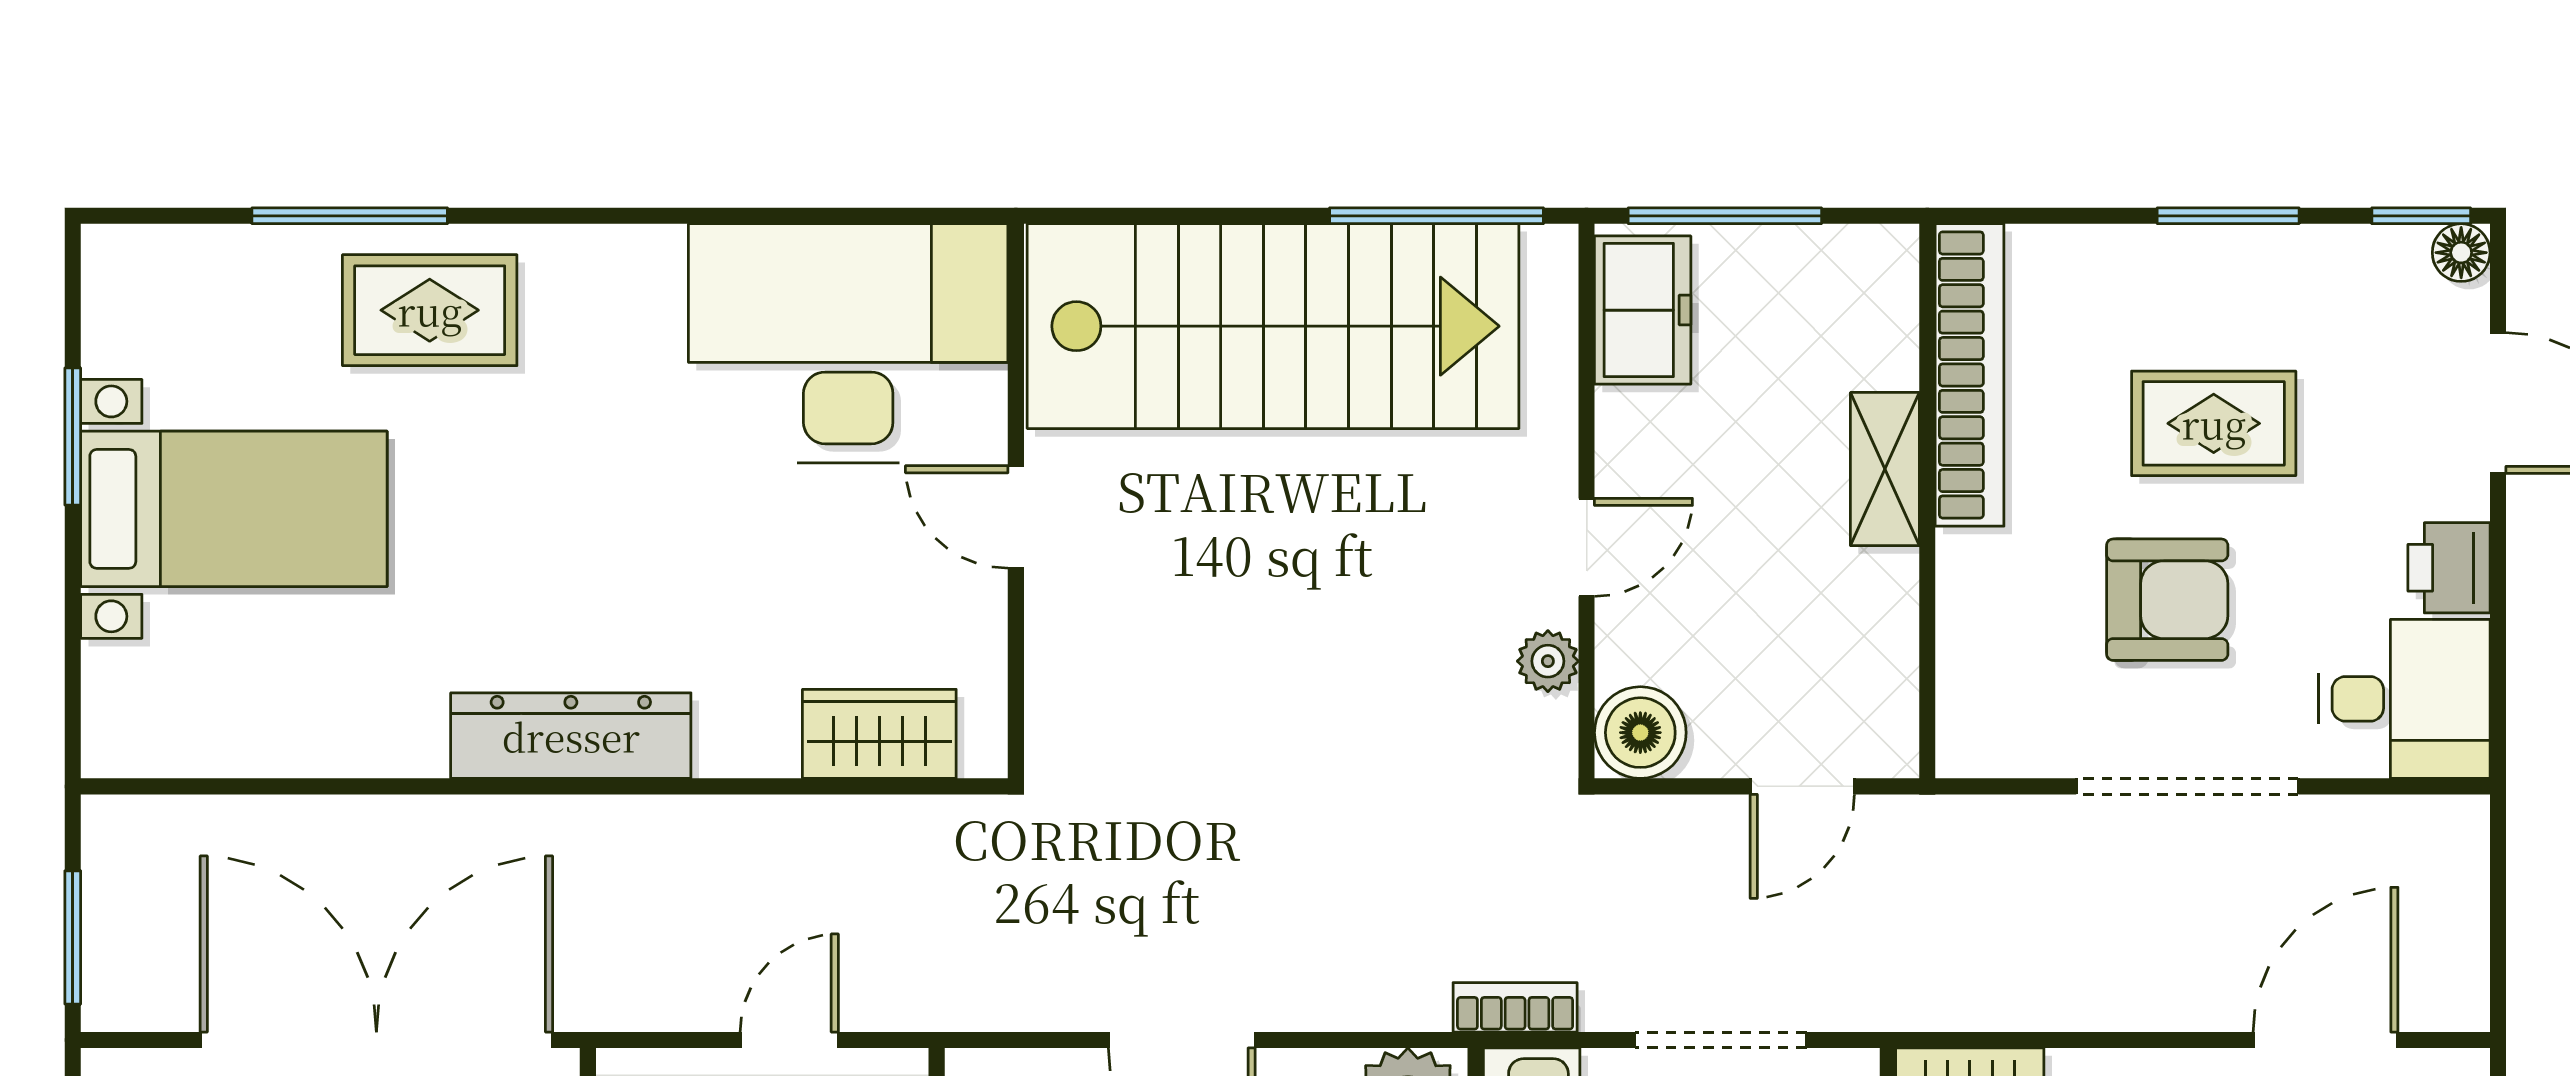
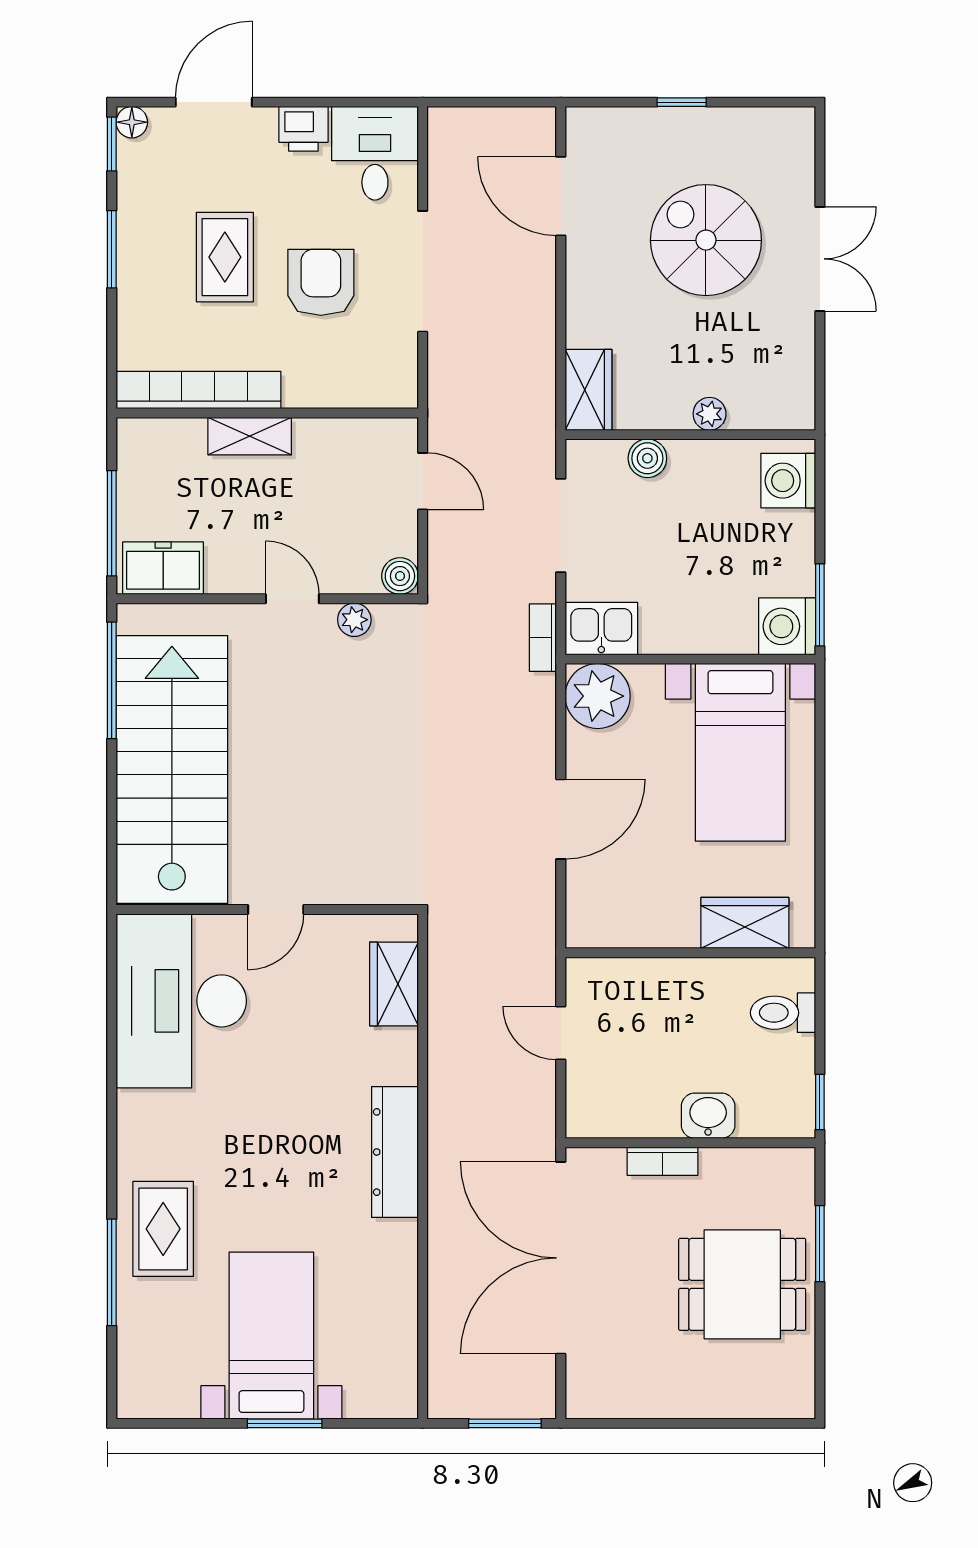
window: (73, 437) -> (285, 1423), moved
boiler: (1640, 733) -> (400, 576), width x0.73, depth x0.73

